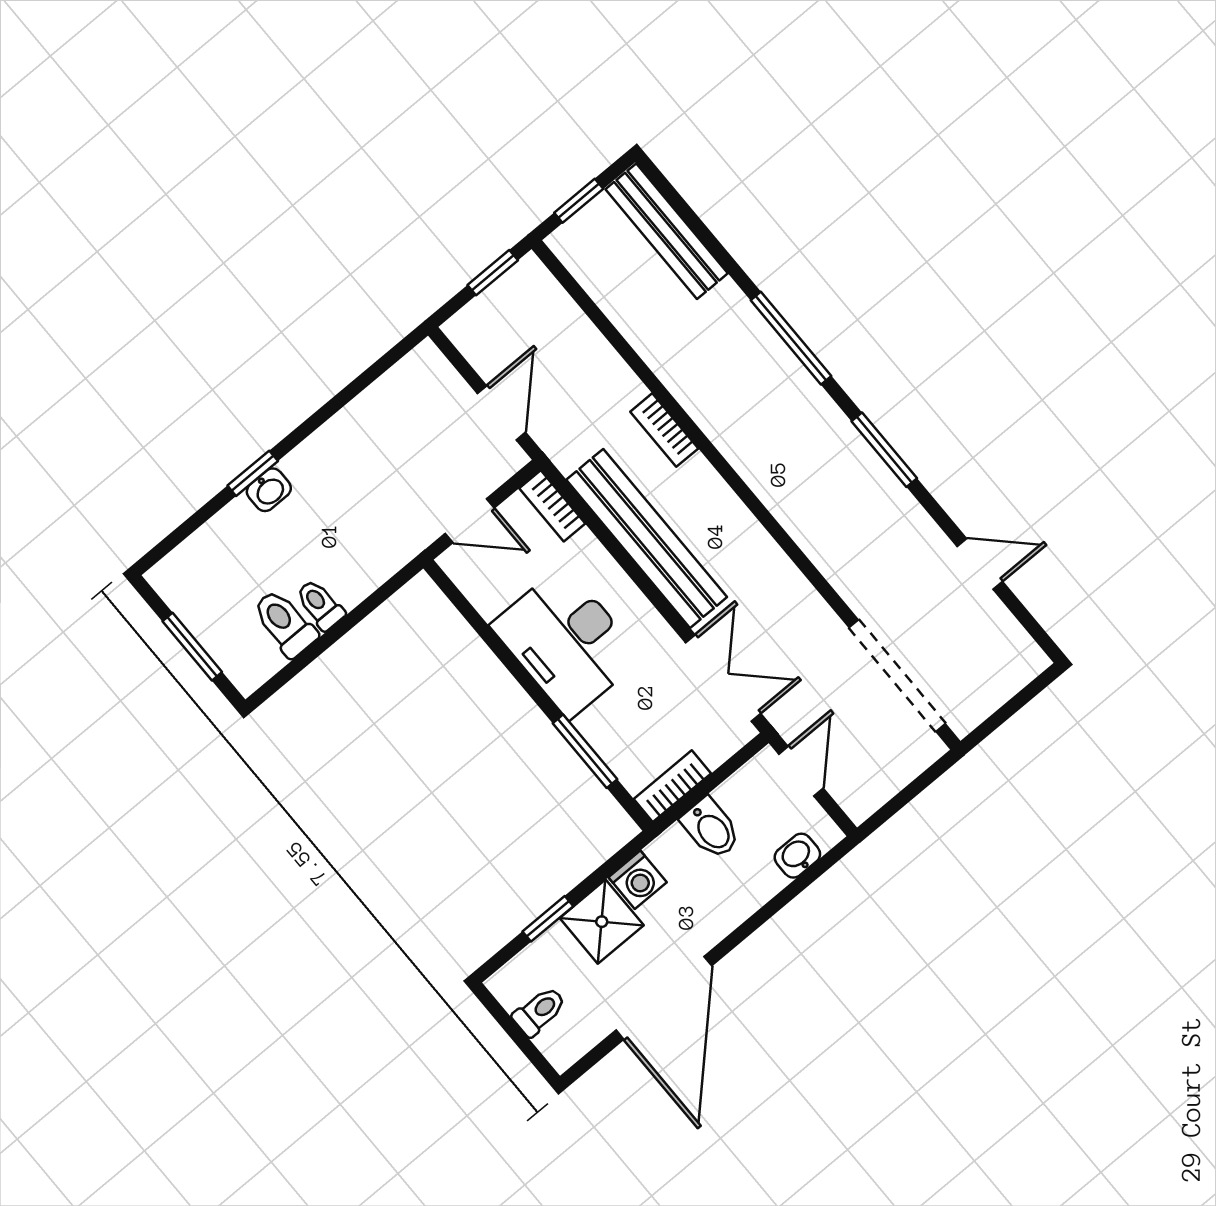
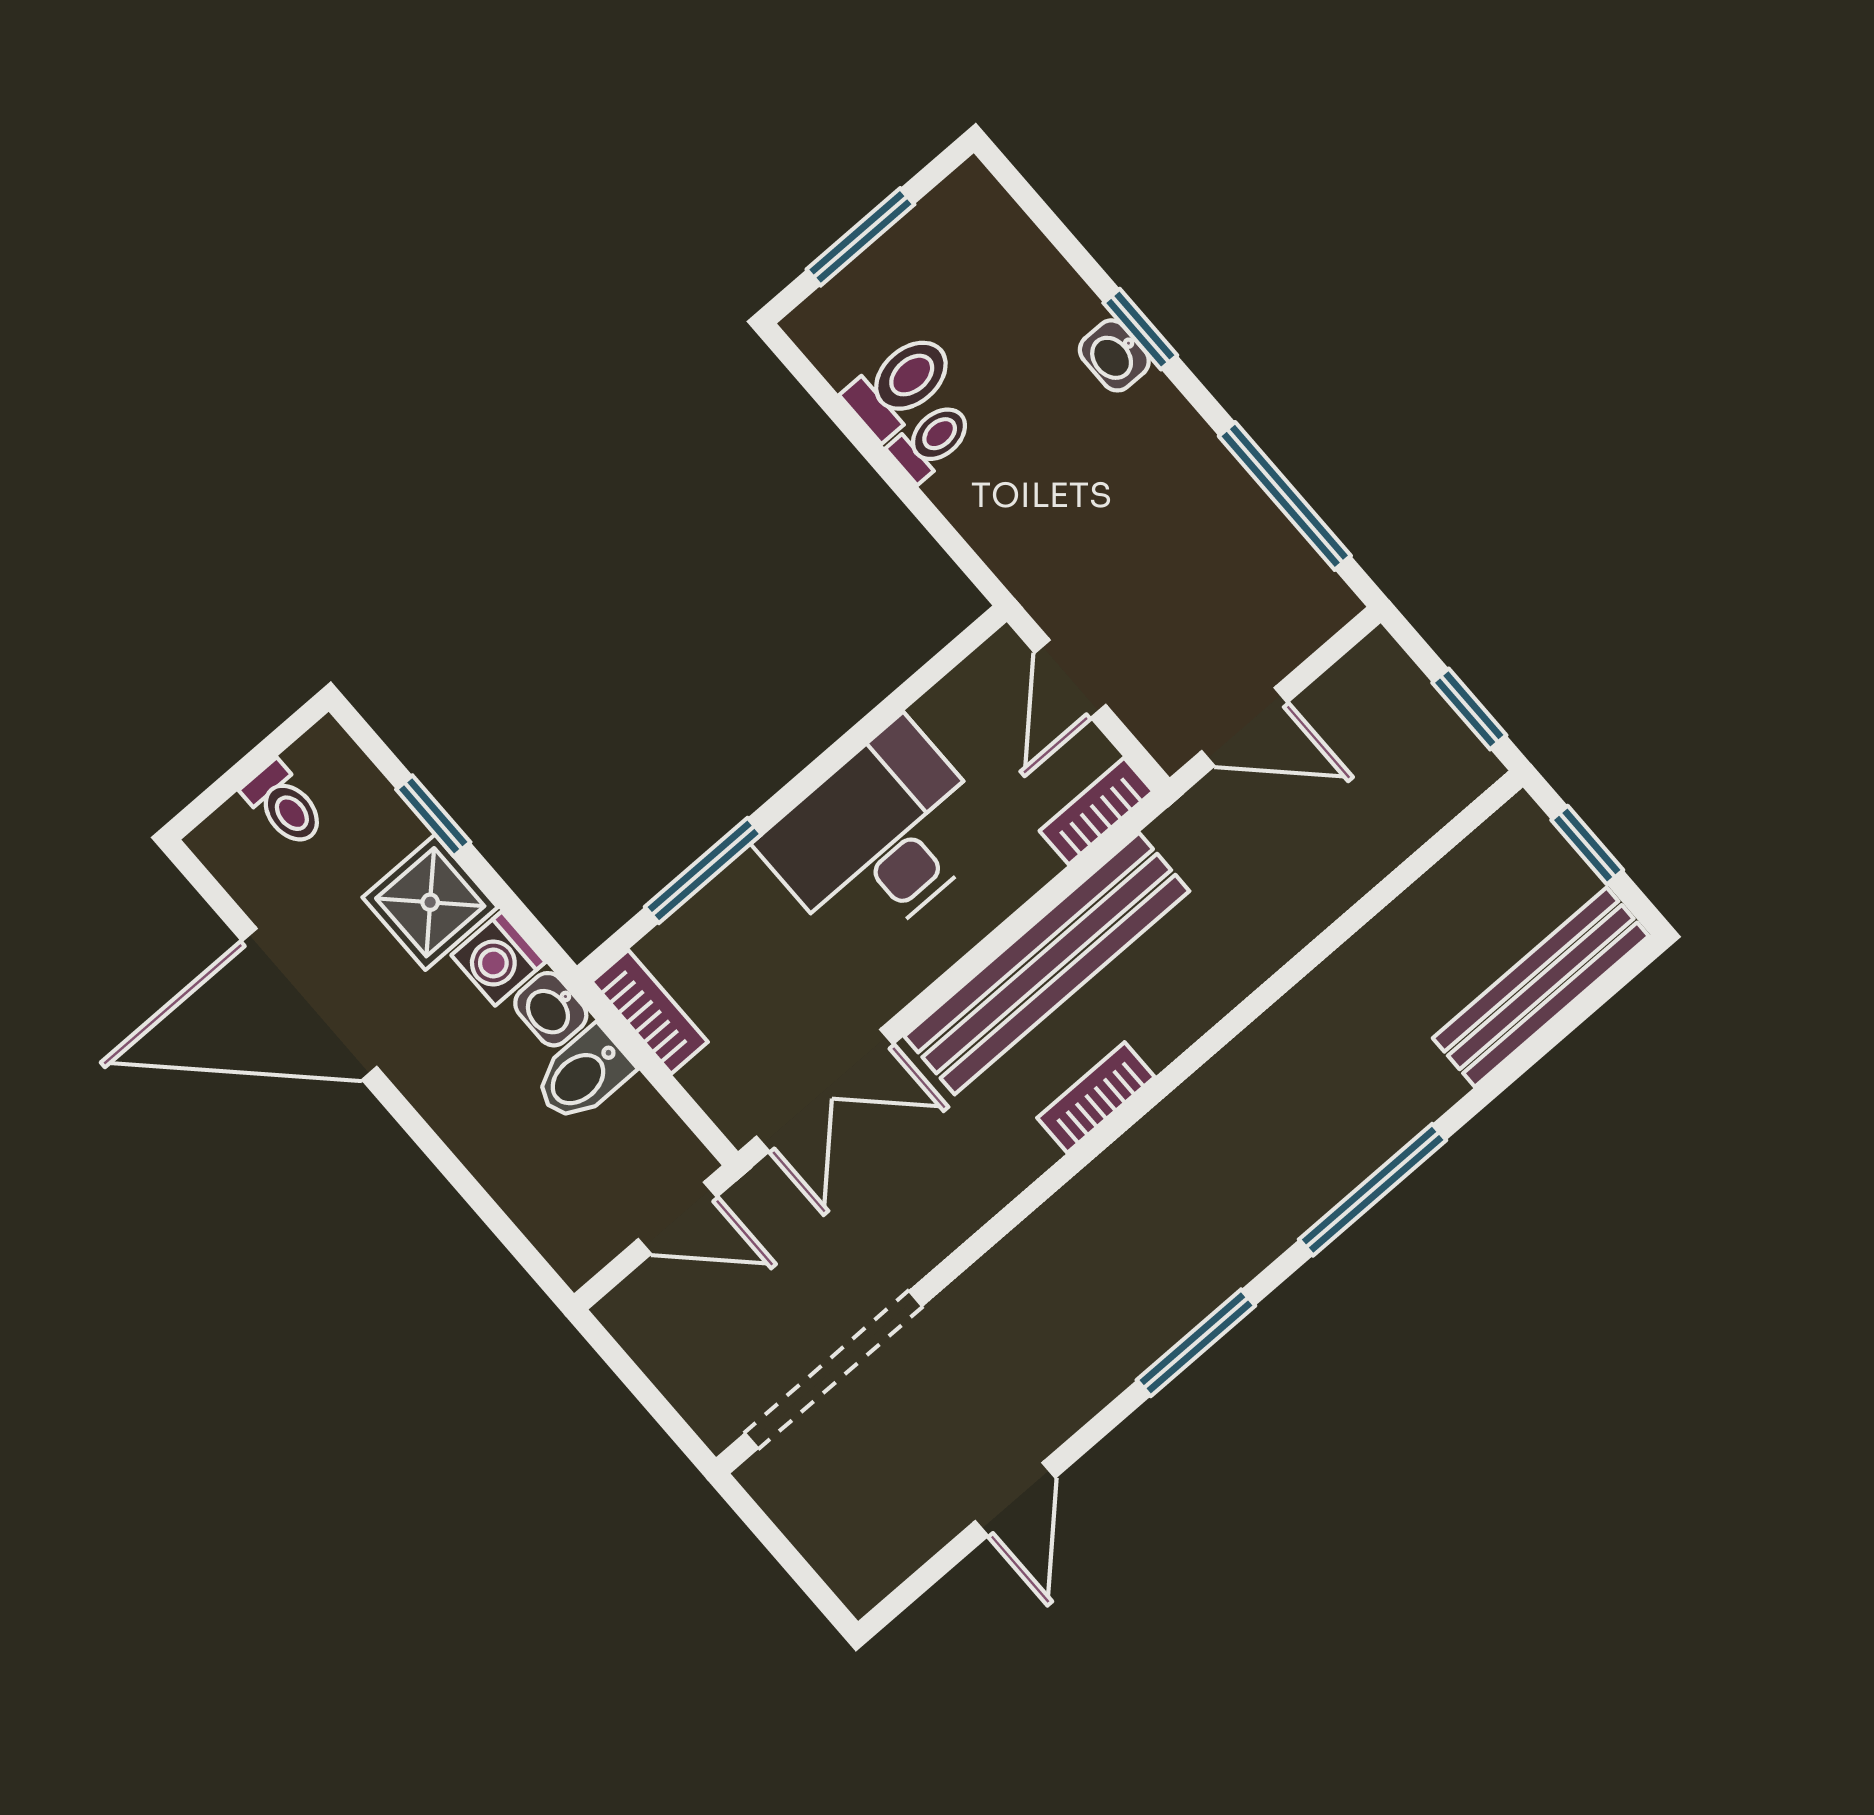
window: (358, 385) -> (1285, 496), added
bookcase: (664, 430) -> (1096, 1097), moved
washbasin: (797, 856) -> (551, 1009), moved, turned 180

